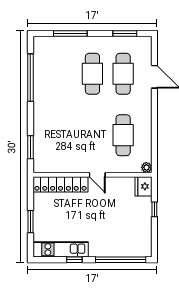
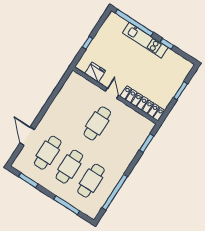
cafe table: (62, 74) -> (91, 181), added
cafe table: (123, 135) -> (97, 123), moved
plant: (146, 167) -> (74, 76), removed
fridge: (144, 186) -> (95, 72), moved, turned -90
kitchen unit: (61, 249) -> (145, 40), moved

